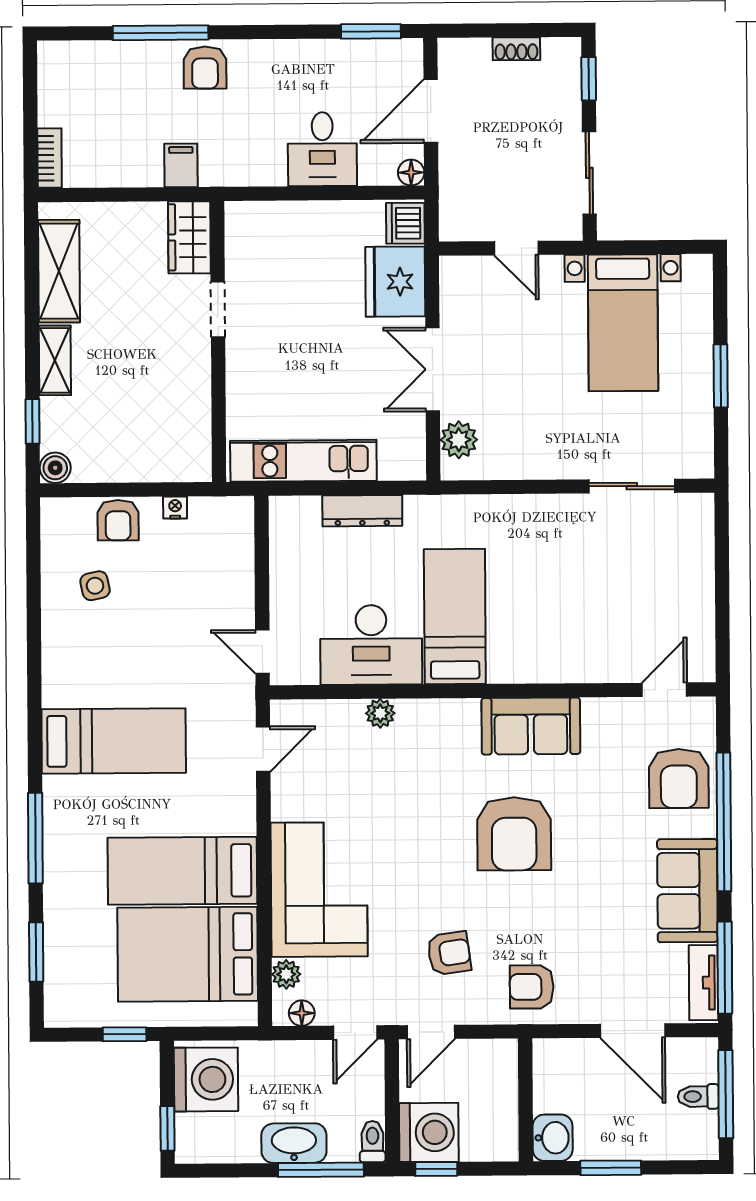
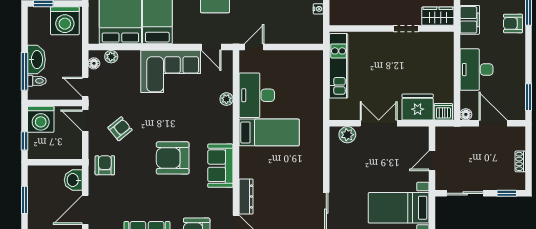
desk: (322, 149) -> (476, 70), width x1.37
filing cabinet: (181, 165) -> (470, 20), width x2.00
dresser: (362, 511) -> (246, 197), moved, turned 180
corner sofa: (319, 890) -> (171, 71), moved
armchair: (449, 953) -> (120, 129), turned -121
washbasin: (553, 1138) -> (73, 180), moved, turned 90
toilet: (372, 1142) -> (37, 81), moved
window: (436, 1169) -> (24, 141), moved

